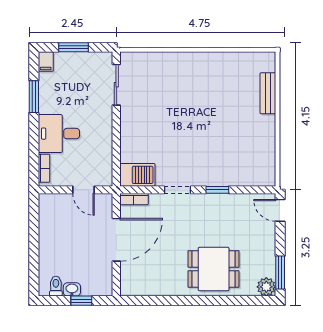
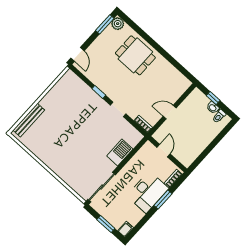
sliding door: (116, 85) -> (102, 187), width x1.37
bench: (268, 93) -> (29, 120), width x1.36
window: (34, 97) -> (163, 200), moved
desk: (59, 134) -> (148, 192), width x1.37
barbecue: (137, 175) -> (120, 152), moved, turned 90
door: (116, 240) -> (170, 112), width x0.53

